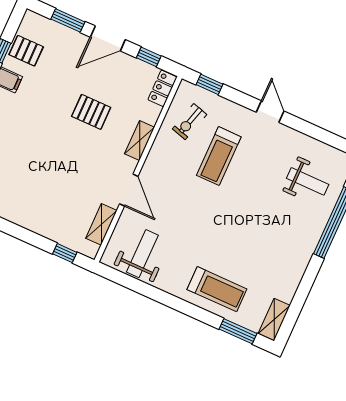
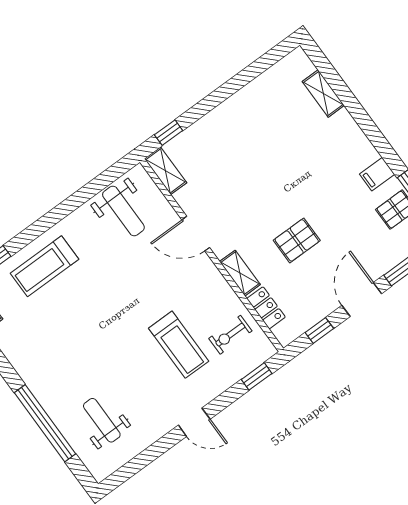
locker: (163, 88) -> (266, 308), moved
exercise bike: (190, 122) -> (230, 335), turned -106
treadmill: (219, 156) -> (179, 345), turned 180
weight bench: (308, 181) -> (102, 420), turned 90
shelving: (101, 224) -> (165, 171), moved

